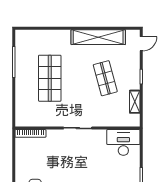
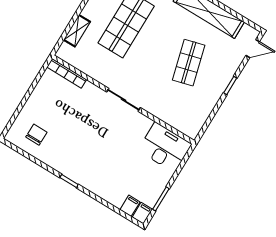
shelving: (135, 102) -> (77, 31), moved

